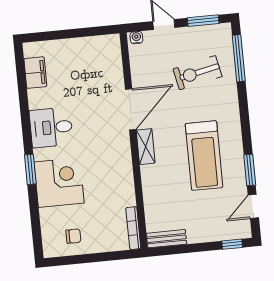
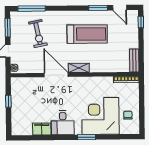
window: (79, 33) -> (8, 101), added
filing cabinet: (35, 73) -> (42, 129), moved
corner desk: (59, 183) -> (100, 116), width x1.36, depth x1.36

